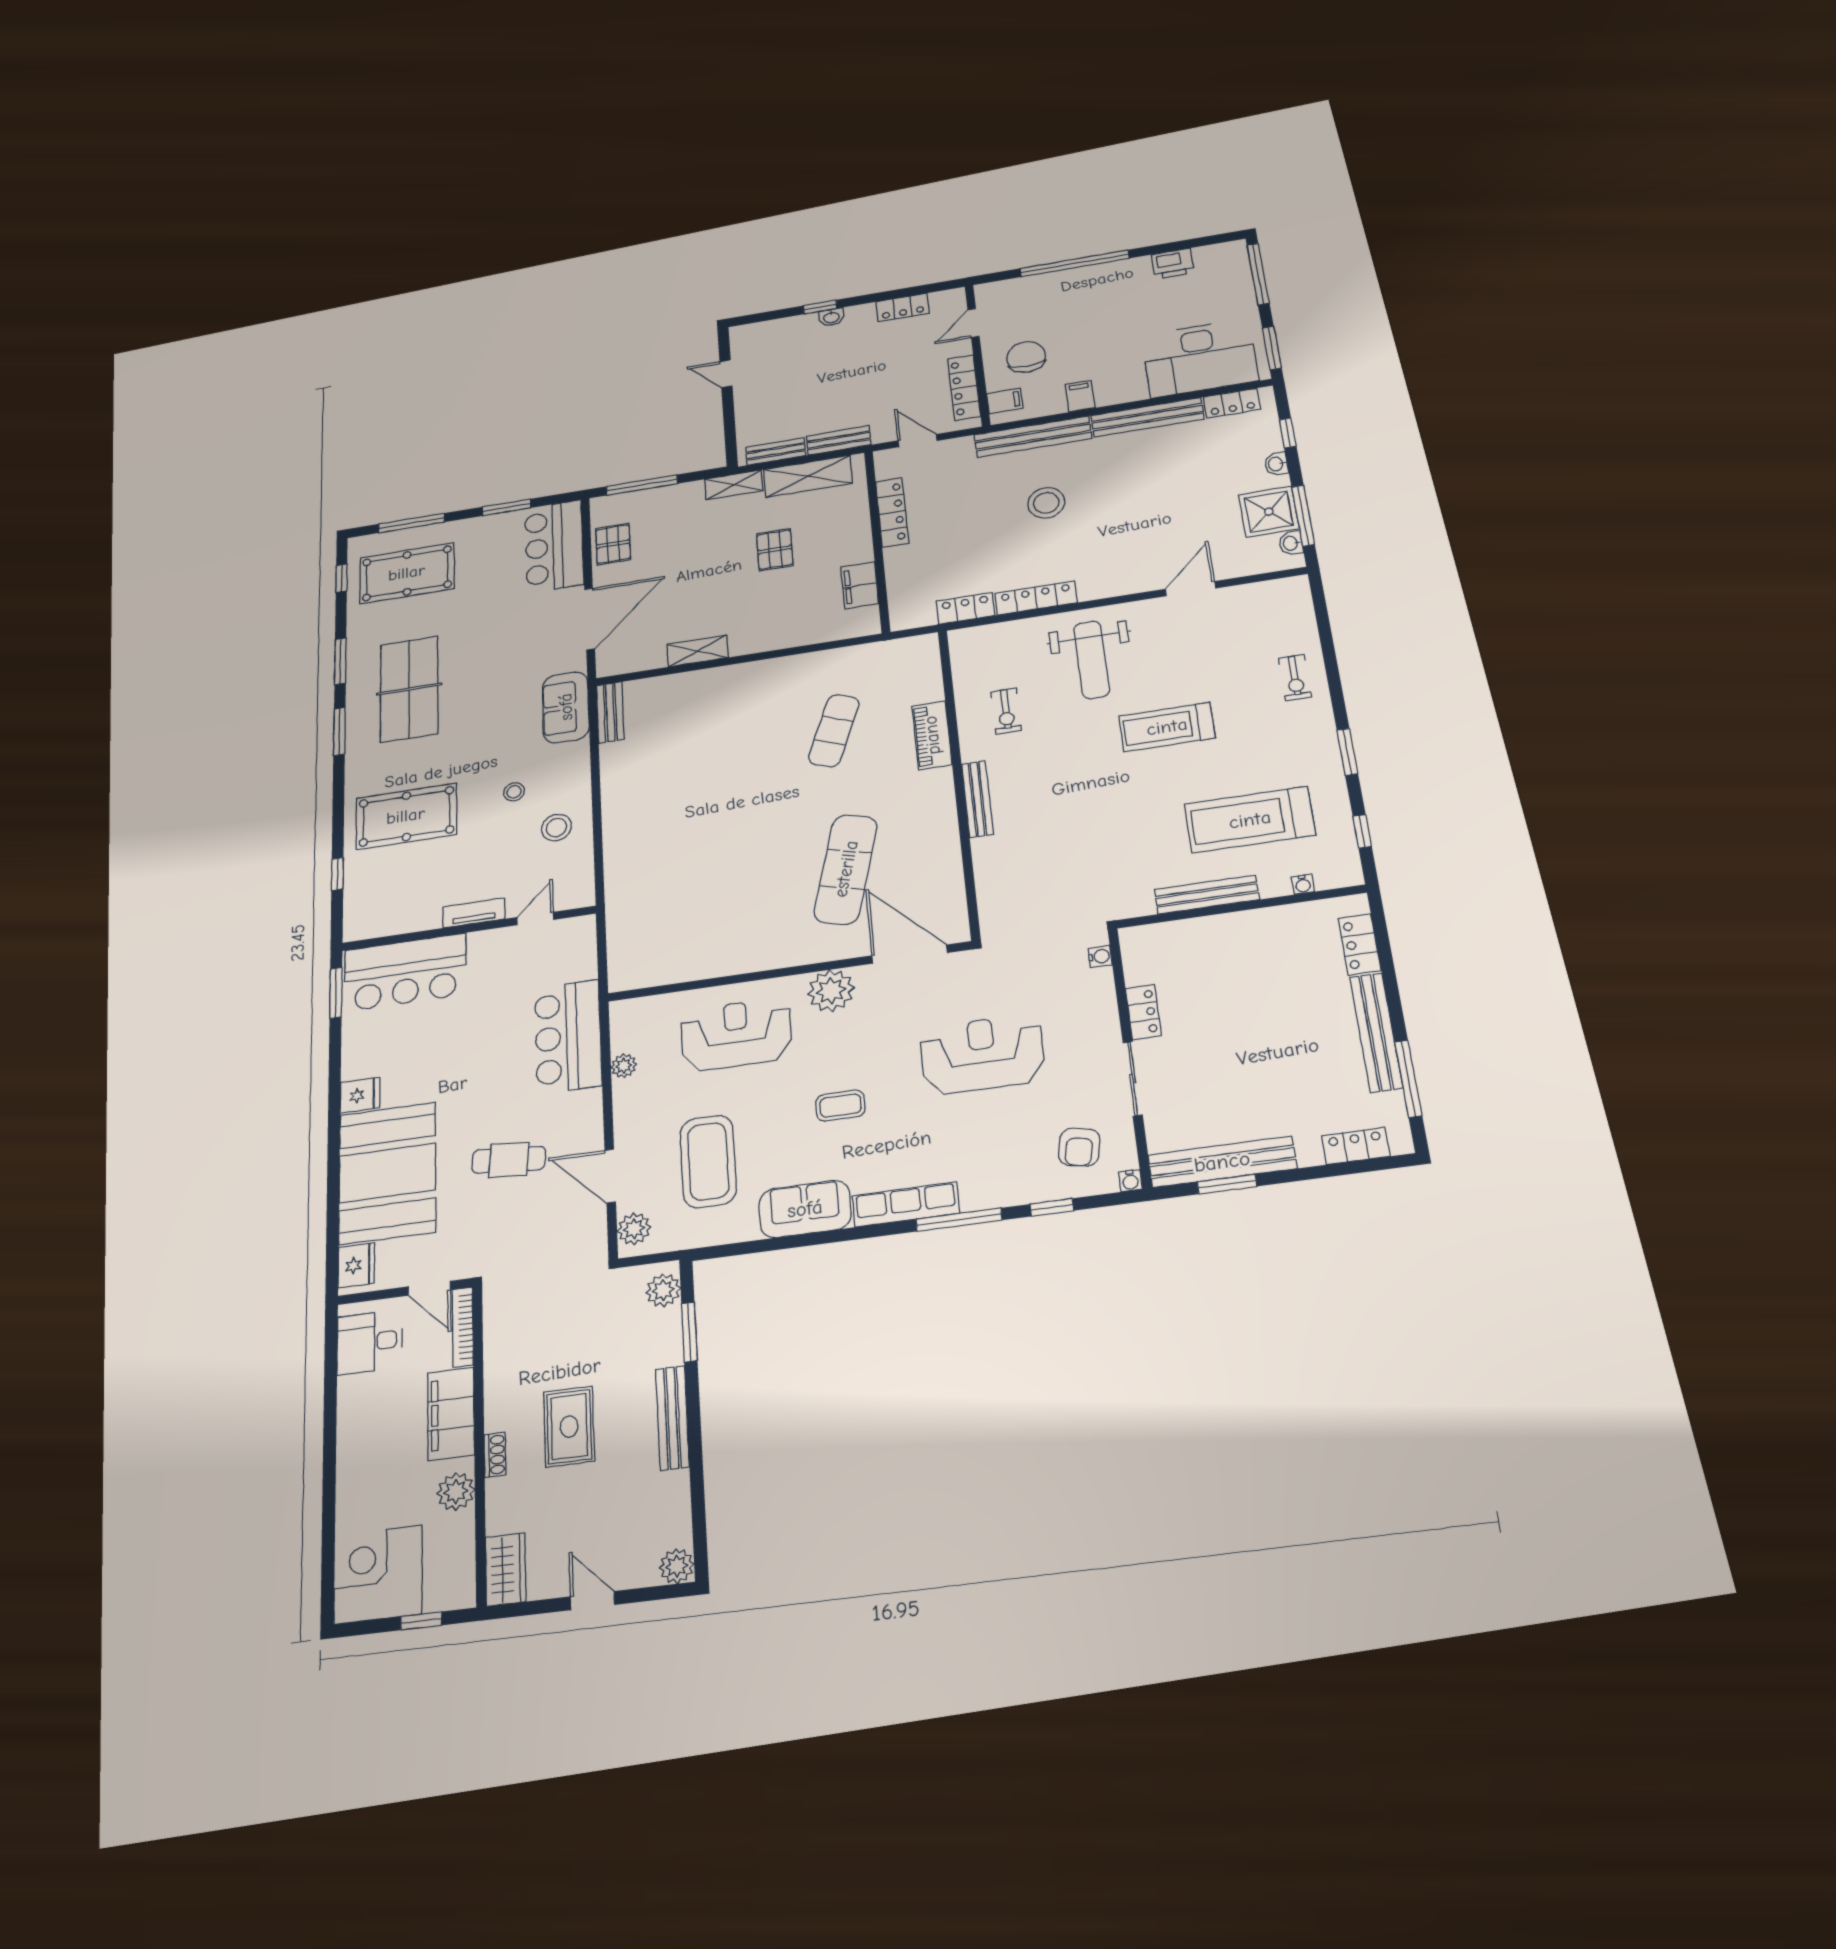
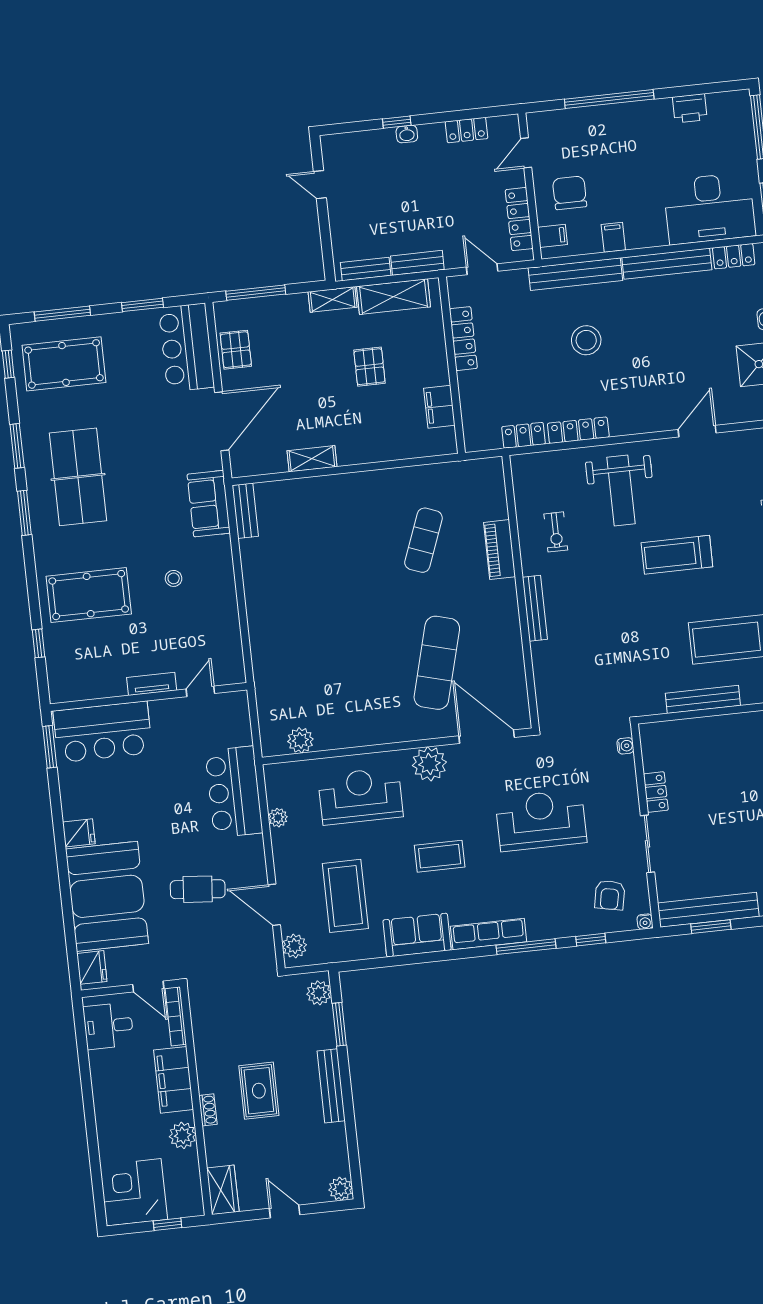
stool: (556, 828) -> (210, 613), removed
plant: (660, 970) -> (300, 740), added
coffee table: (840, 1106) -> (440, 856), width x1.36, depth x1.30

